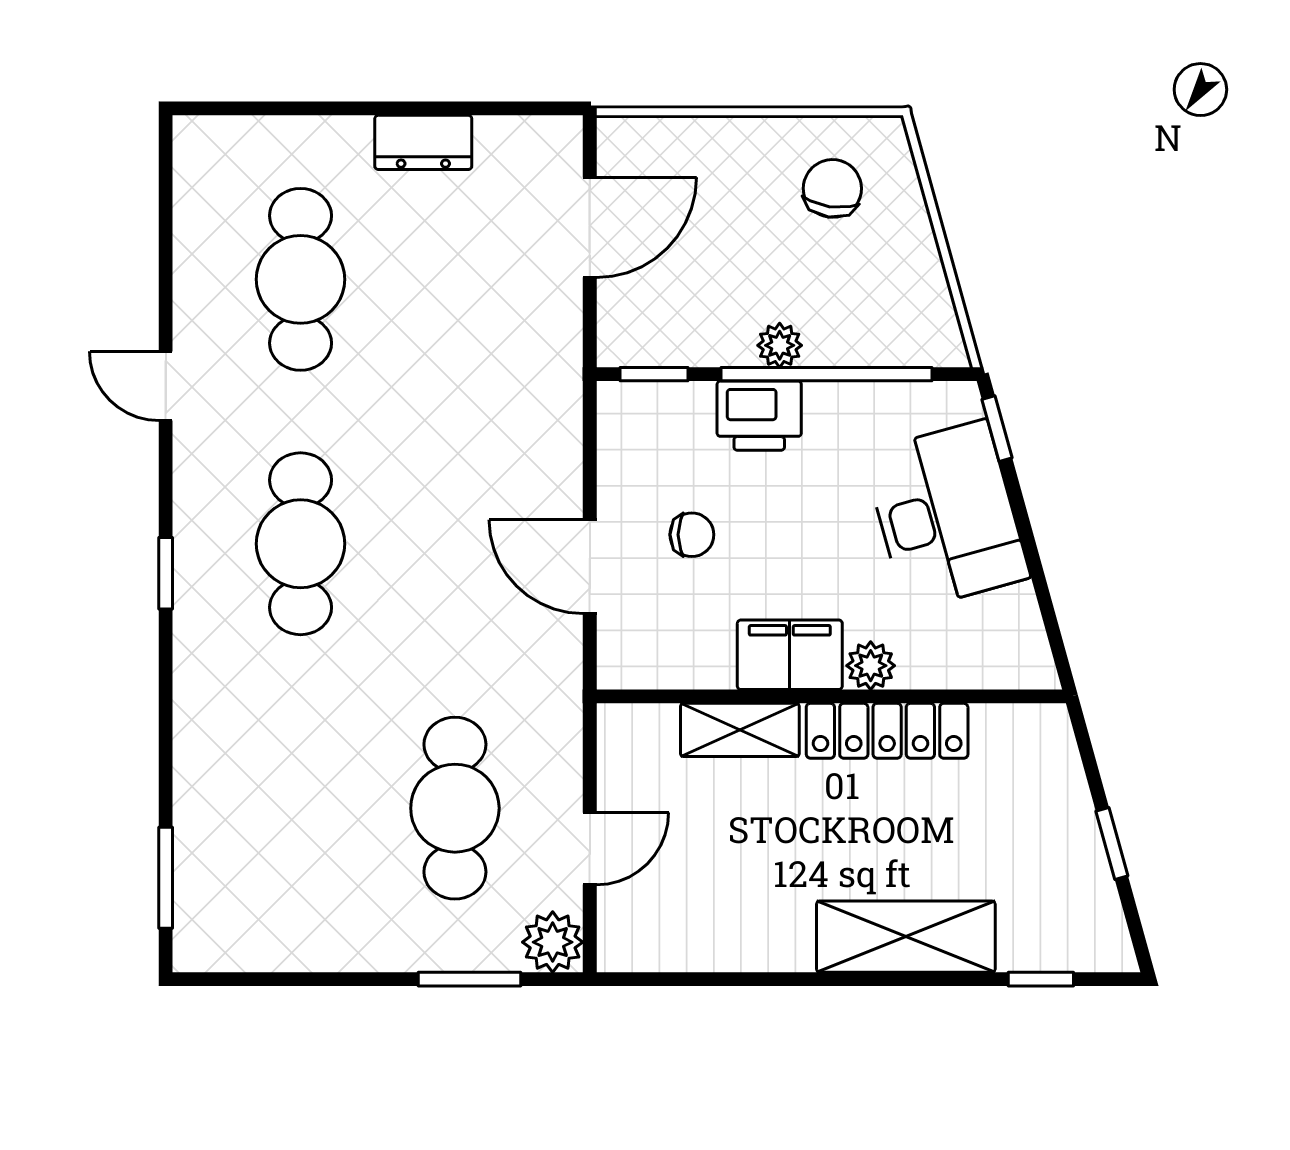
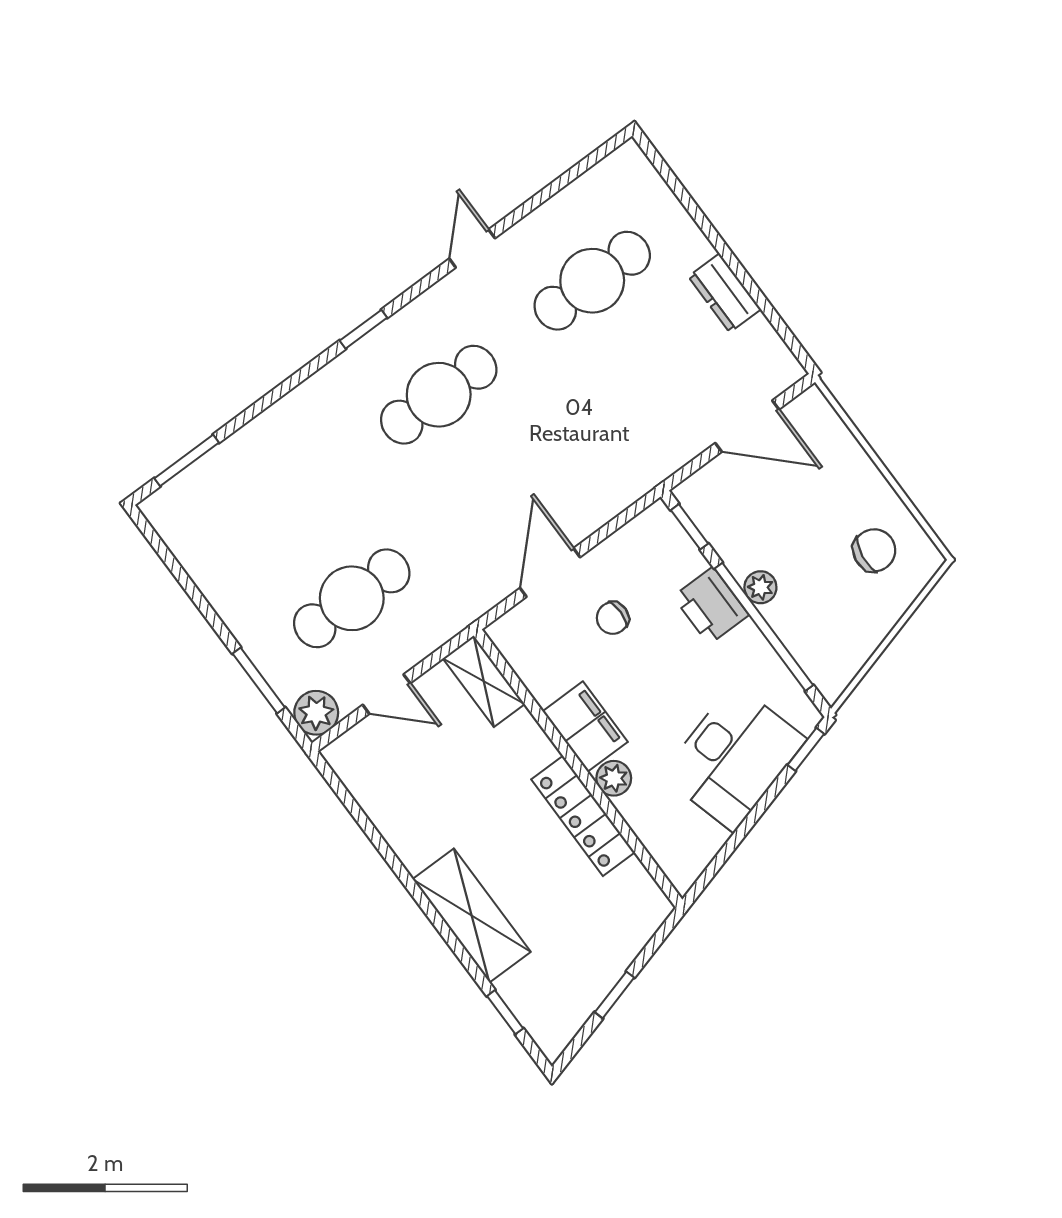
chair: (692, 535) -> (613, 618), turned 91
shelving: (740, 730) -> (484, 681), moved

